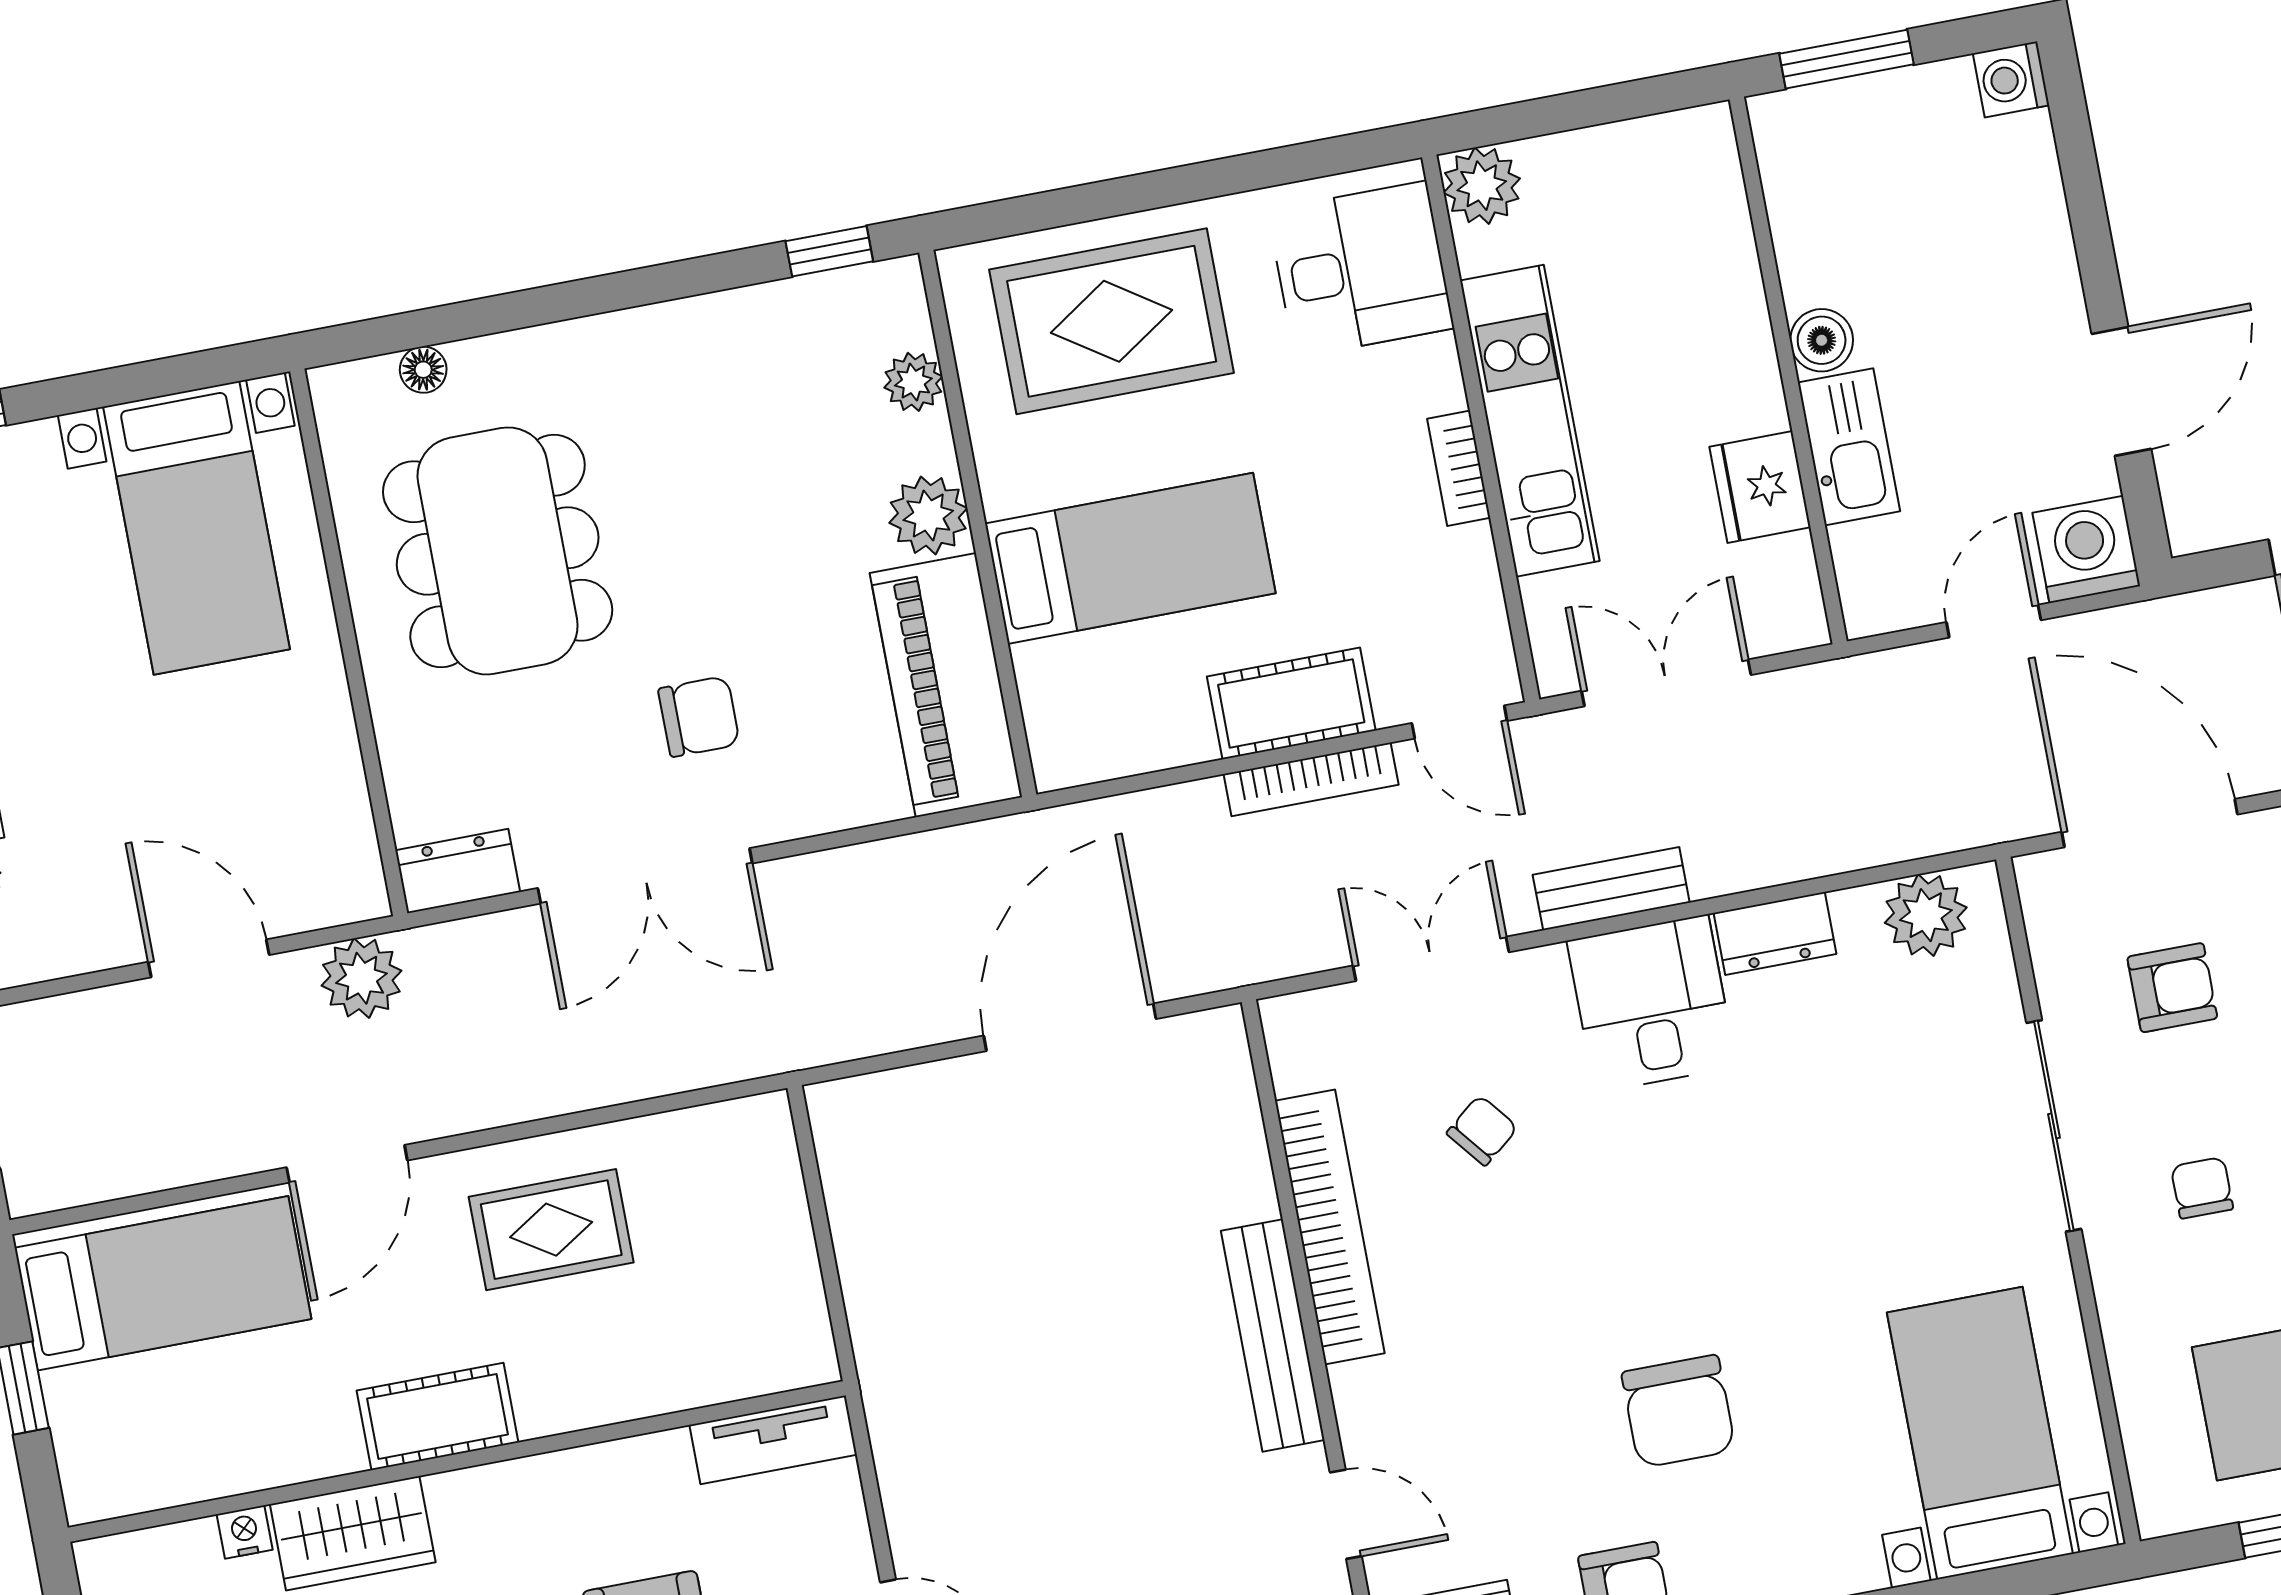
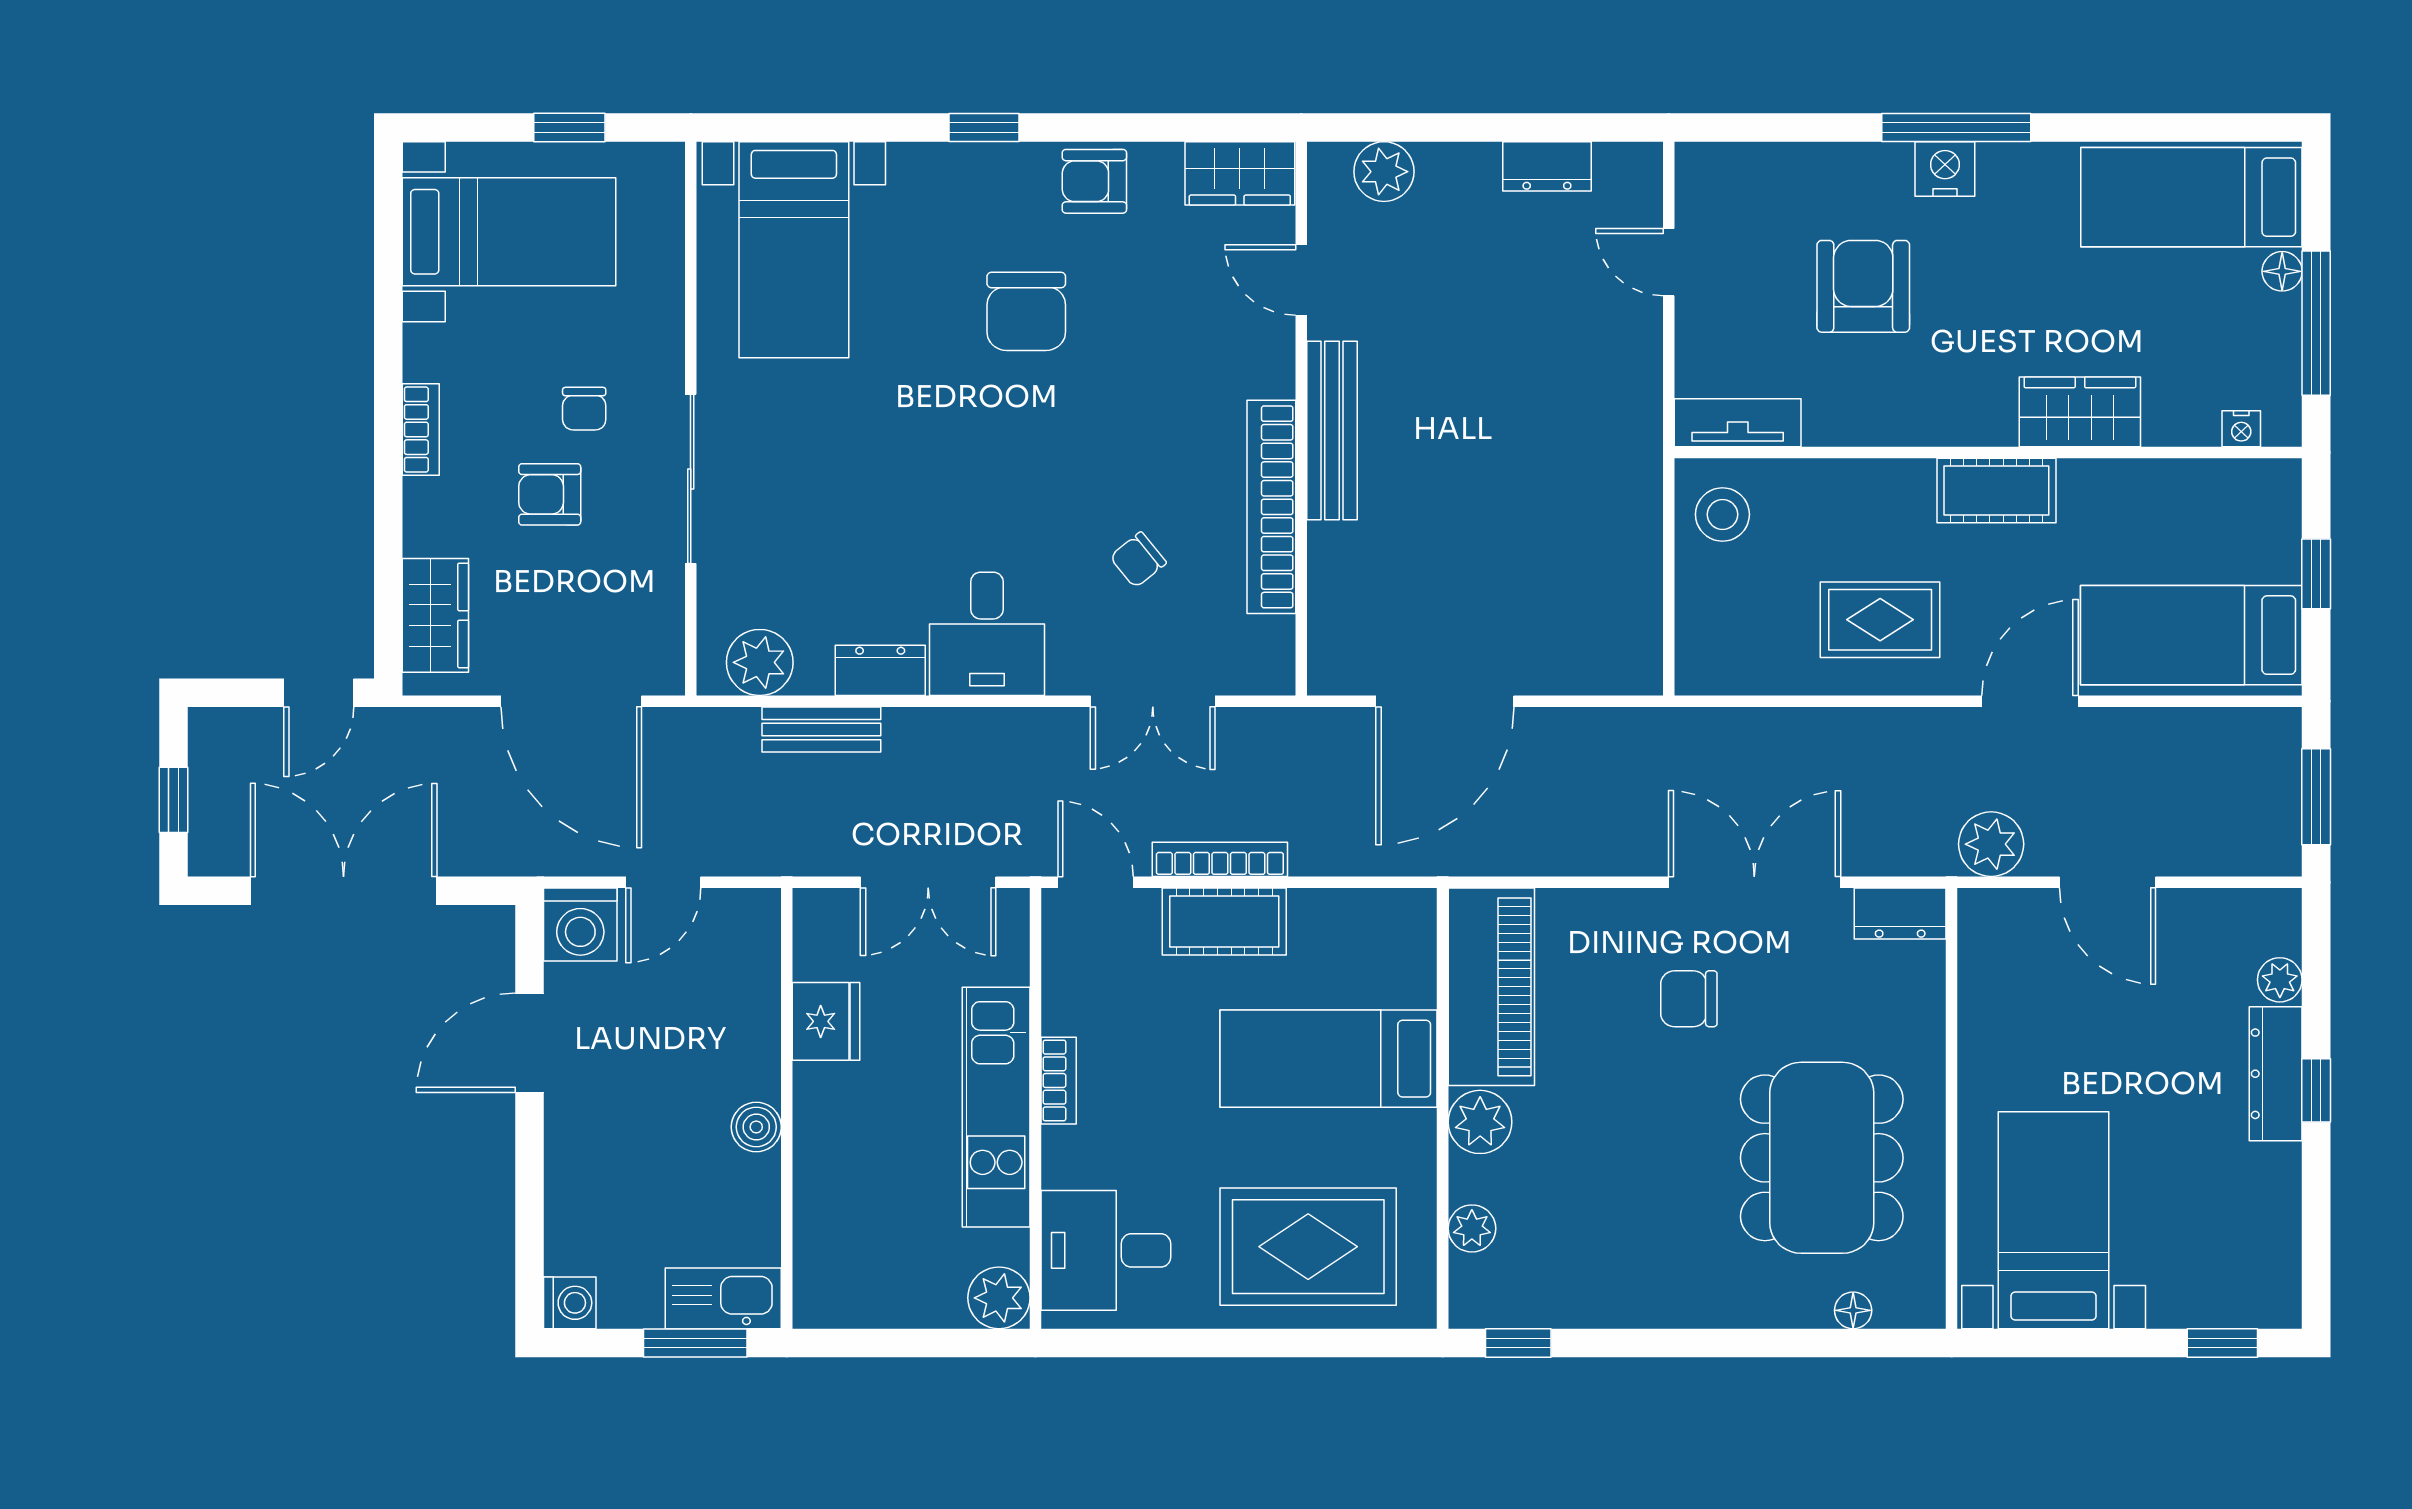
kitchen sink: (1849, 447) -> (723, 1298), moved, turned 90
bench: (1611, 889) -> (821, 730), moved
armchair: (2172, 988) -> (550, 494), moved
stool: (770, 1323) -> (1722, 514), added
chair: (1678, 1411) -> (1026, 311), turned 180
nightstand: (245, 1532) -> (2241, 429), moved

